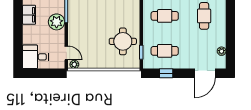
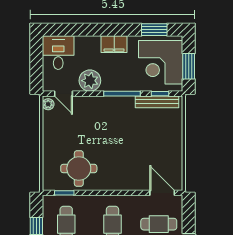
plant: (57, 22) -> (90, 81), moved
door: (66, 53) -> (63, 94), hinge flipped

